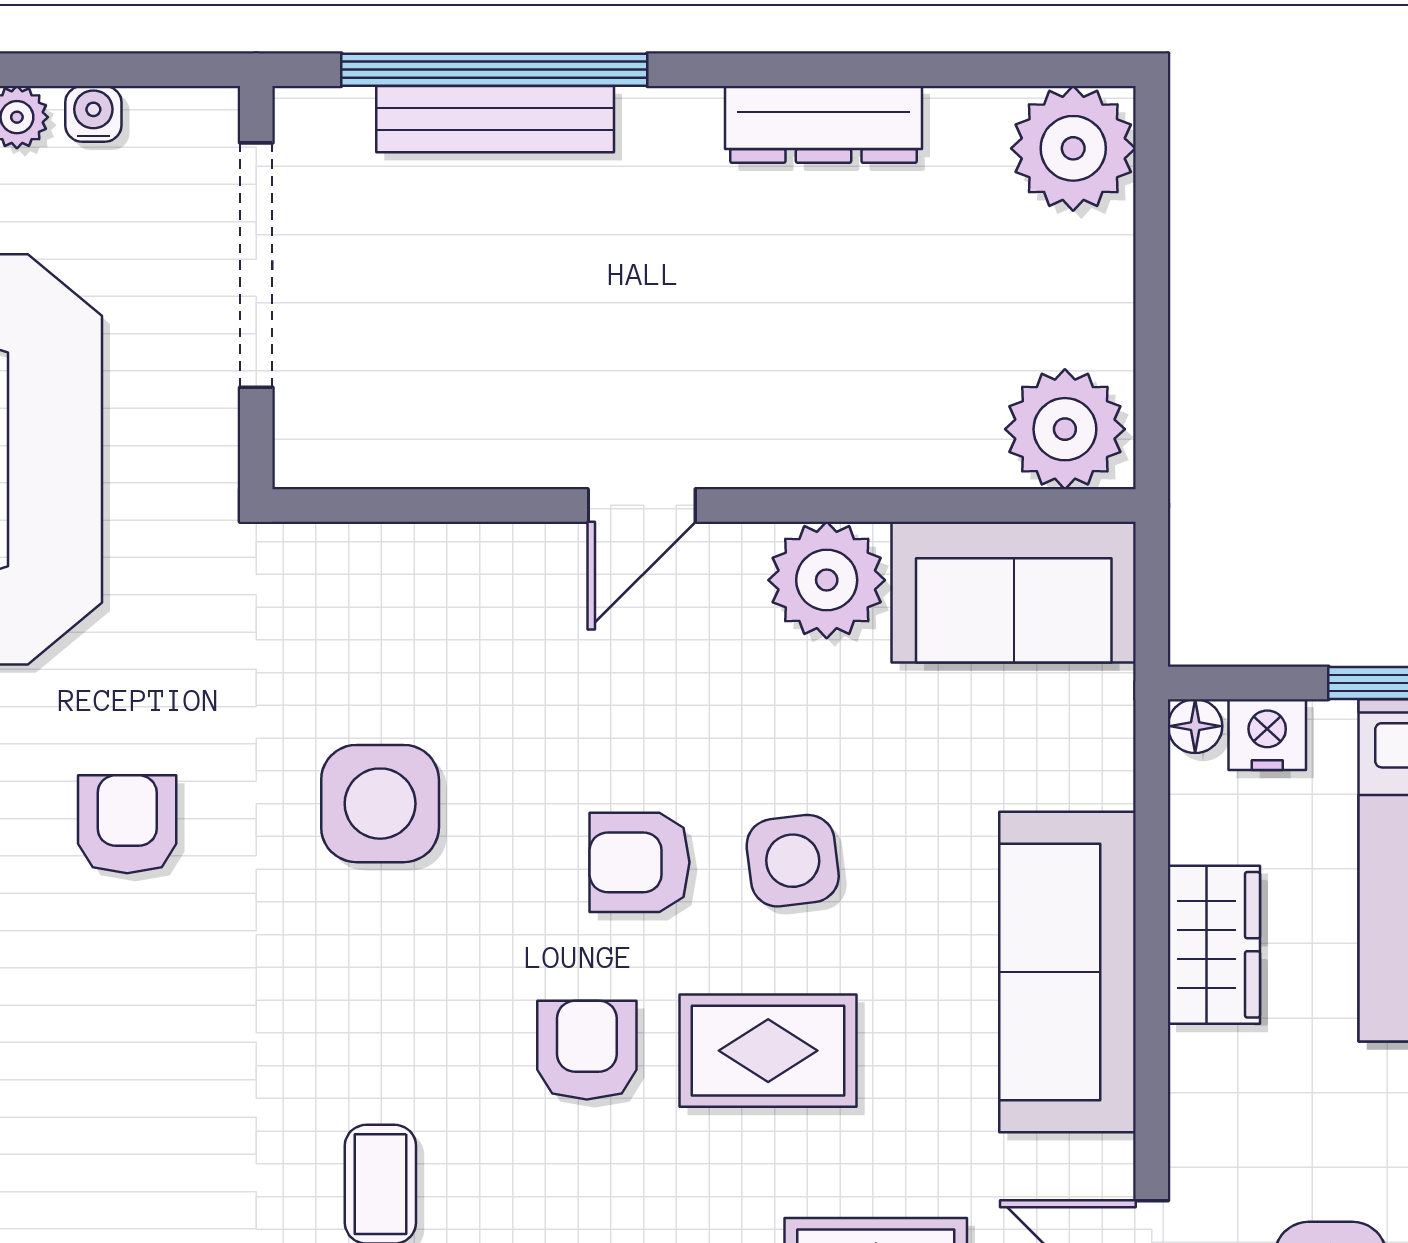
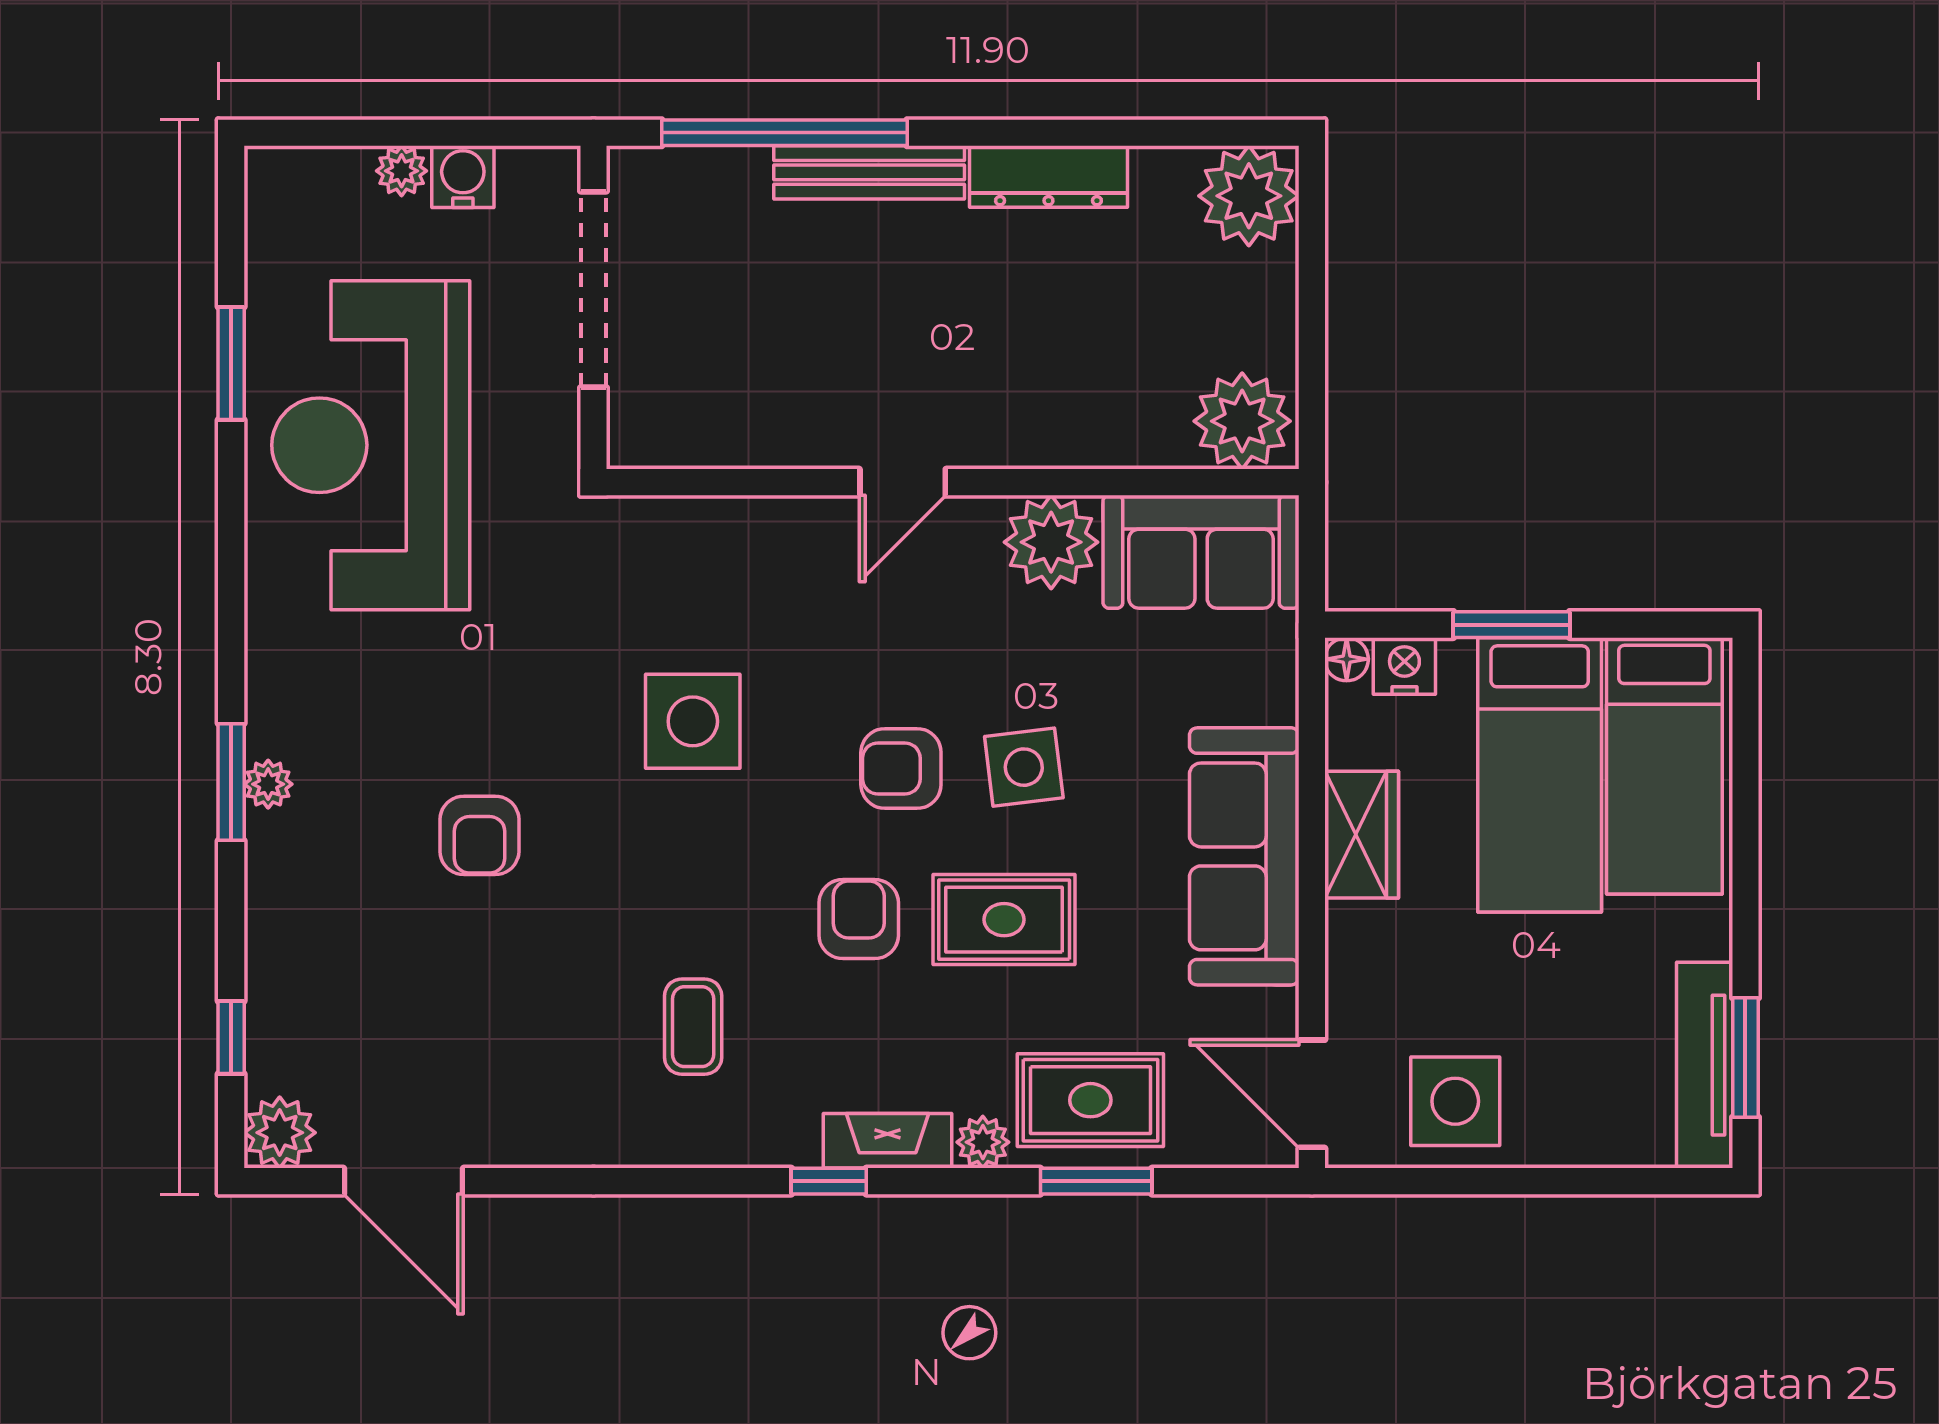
water cooler: (93, 114) -> (463, 177), width x1.38, depth x1.38
bench: (495, 119) -> (869, 172), moved
armchair: (127, 824) -> (479, 835), moved, turned 180

